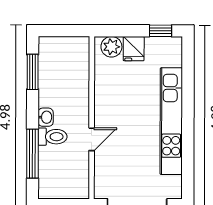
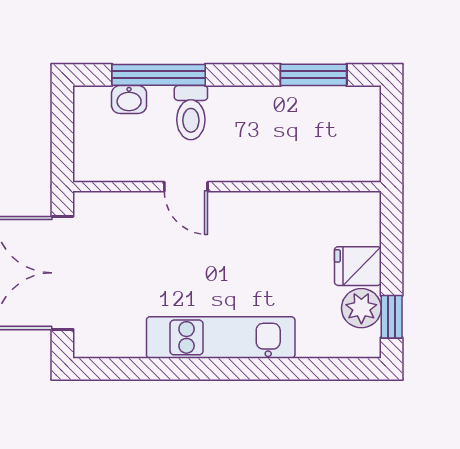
plant: (111, 47) -> (361, 308), moved
washbasin: (46, 117) -> (129, 99), moved
kitchen unit: (171, 121) -> (221, 337), width x0.73

